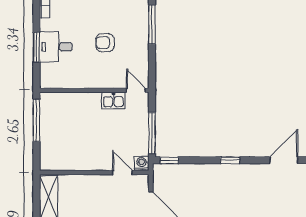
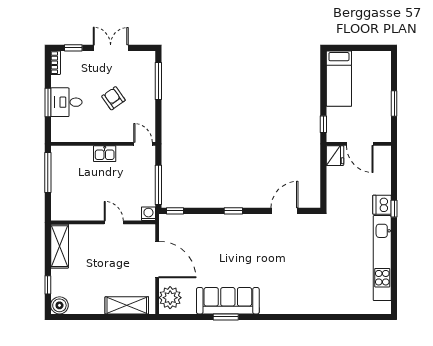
armchair: (105, 43) -> (113, 98), turned 55
kitchen sink: (113, 101) -> (105, 154), moved
door: (122, 172) -> (114, 222), moved

